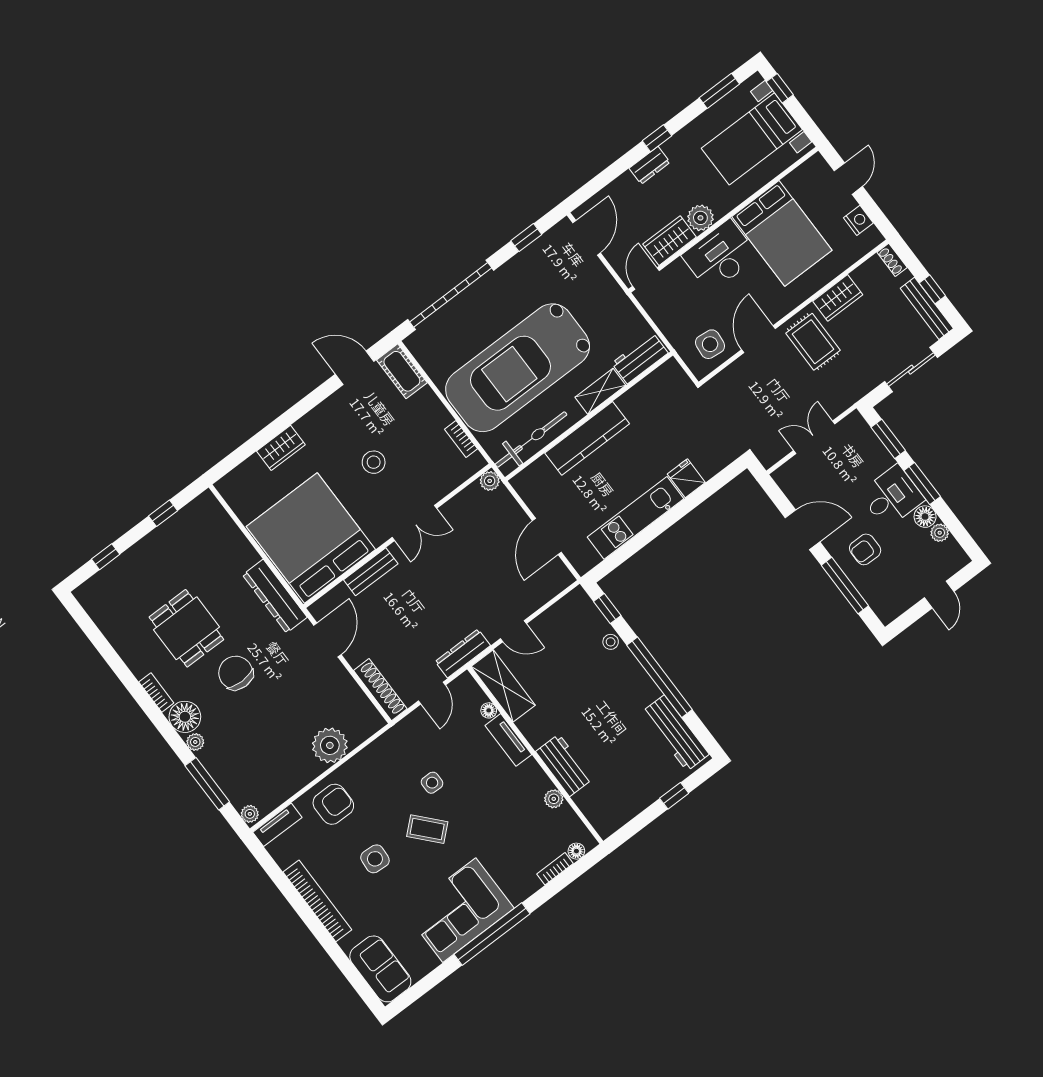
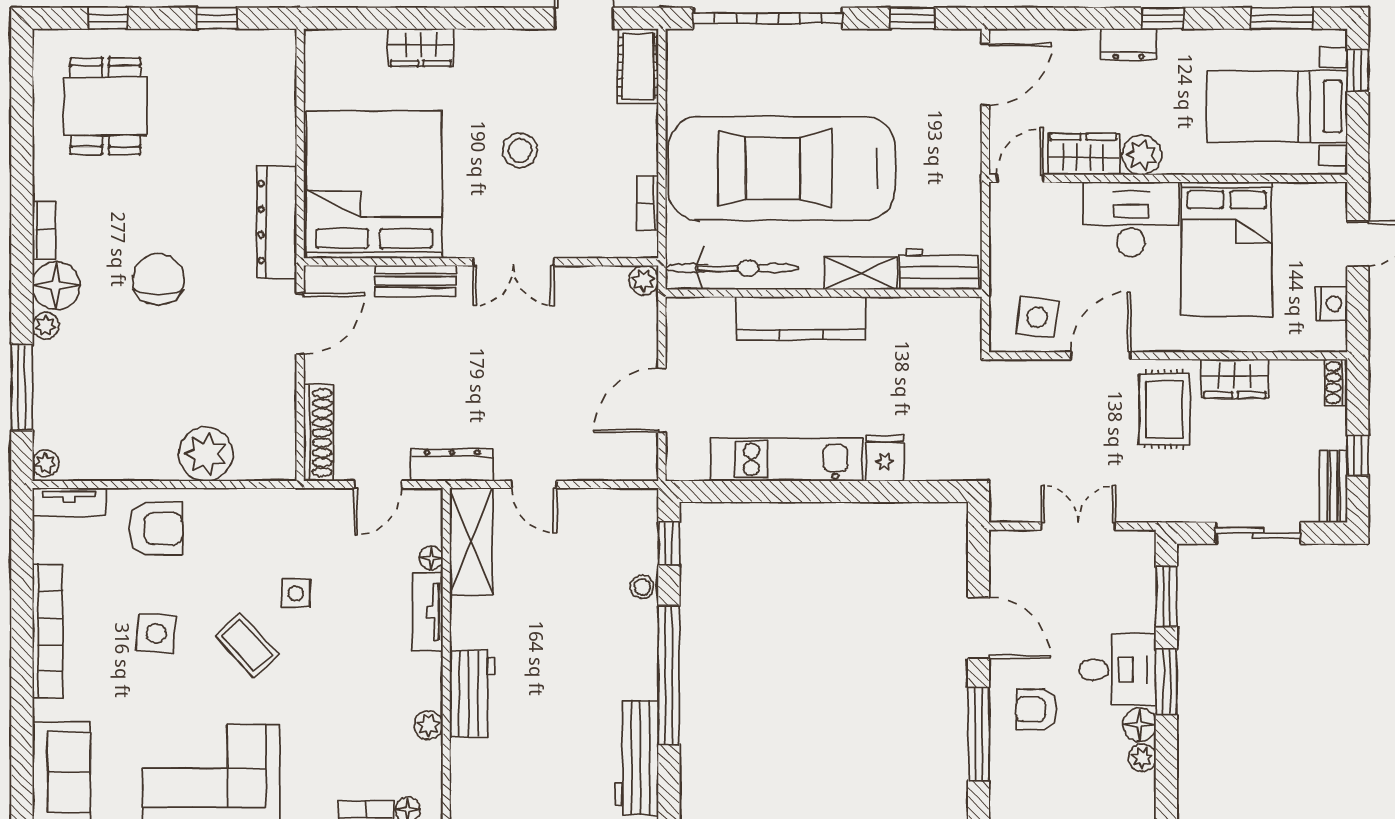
bench: (927, 308) -> (1333, 487), width x0.73
dining table: (186, 628) -> (105, 106), moved

